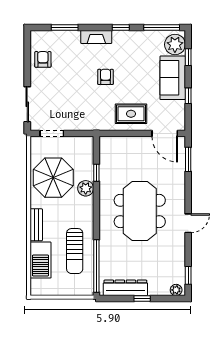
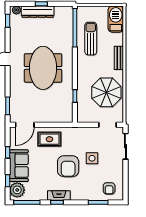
fireplace: (96, 37) -> (59, 195), moved
armchair: (43, 59) -> (109, 188), moved
armchair: (106, 77) -> (68, 166), width x1.88, depth x1.88
side table: (73, 88) -> (92, 158), added
door: (165, 133) -> (25, 125), swing flipped
plant: (86, 188) -> (83, 85), removed
barbecue: (40, 260) -> (116, 19), moved
dresser: (125, 288) -> (38, 12), moved

